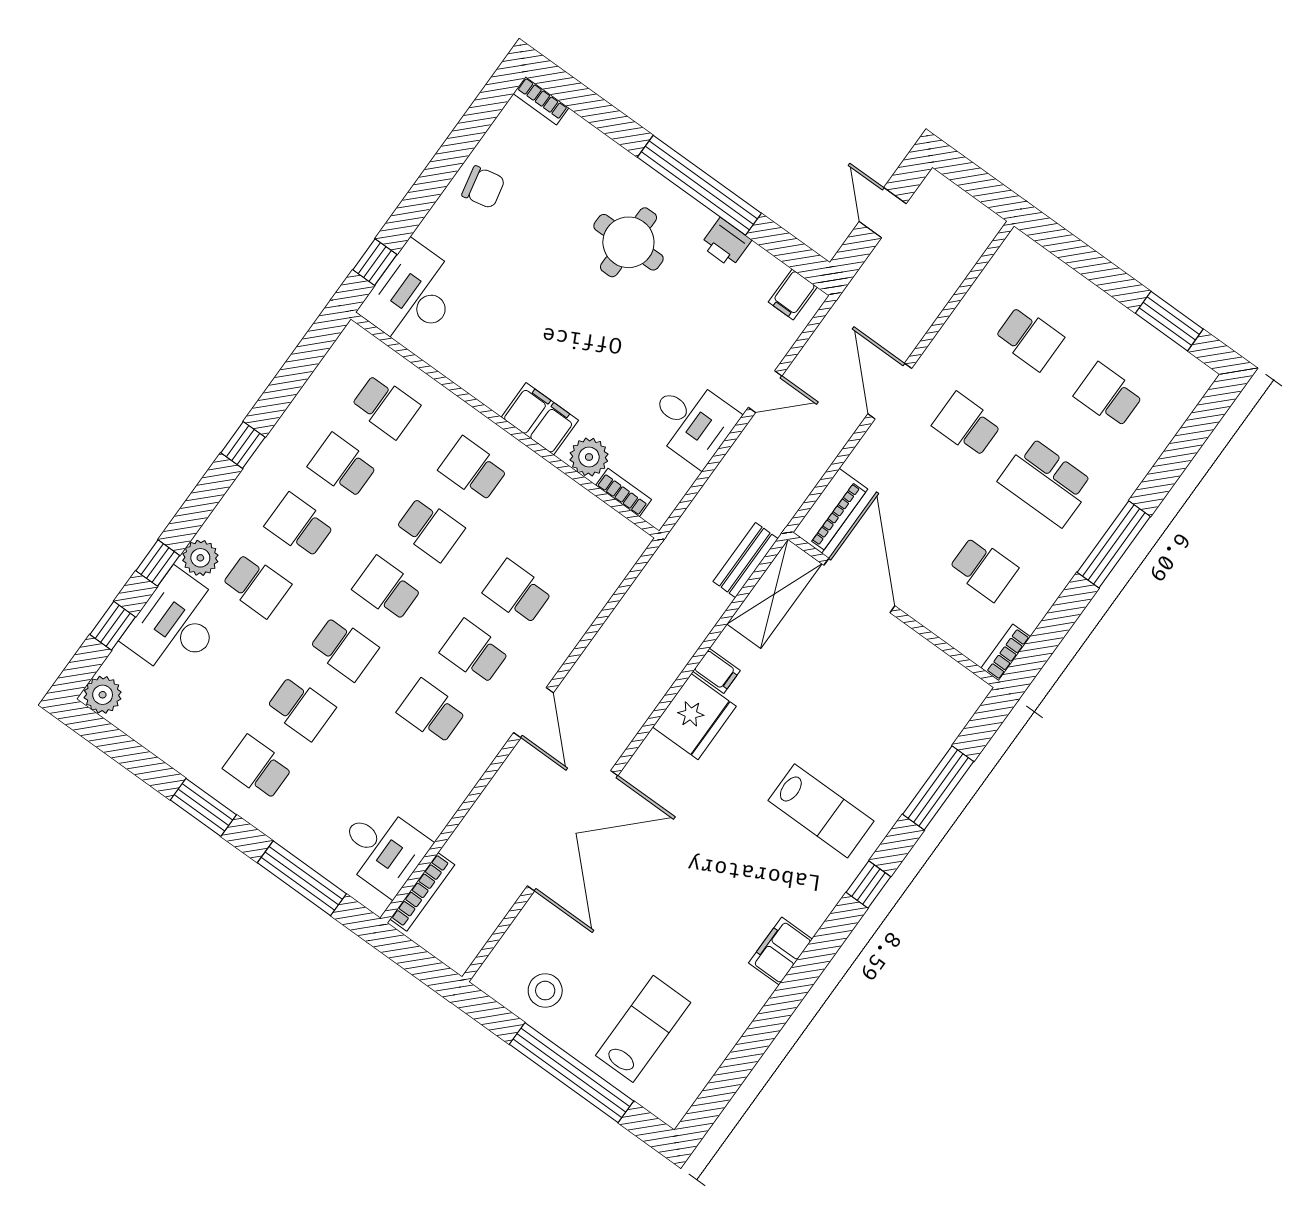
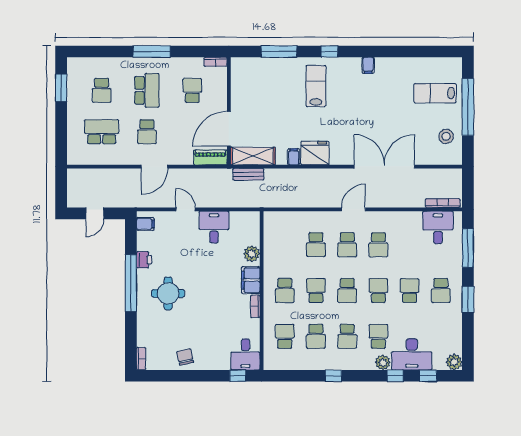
desk: (412, 296) -> (245, 354), width x0.73
school desk: (1029, 338) -> (102, 132), width x1.85
bookcase: (624, 492) -> (255, 306), moved
filing cabinet: (781, 951) -> (368, 65), width x0.50

